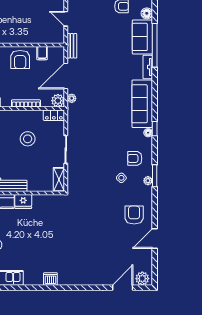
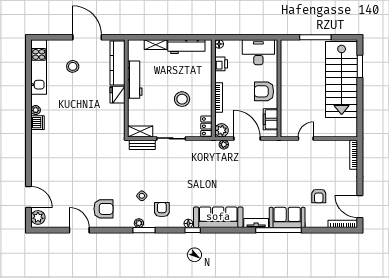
floor lamp: (147, 13) -> (312, 222), removed
bench: (72, 46) -> (142, 145), moved
filing cabinet: (42, 53) -> (270, 119), width x2.00
plant: (38, 281) -> (36, 110), added

